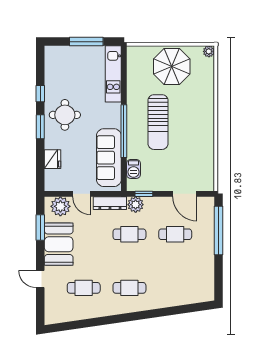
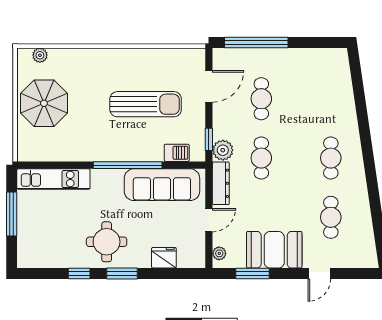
plant: (209, 51) -> (40, 55), moved
sun lounger: (158, 122) -> (146, 104), moved
plant: (60, 206) -> (219, 253), width x0.53, depth x0.53

